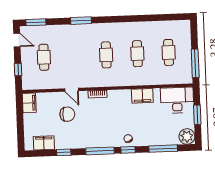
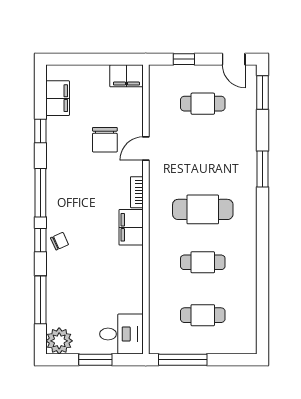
door: (17, 40) -> (234, 59), hinge flipped
cafe table: (106, 55) -> (203, 209), width x1.37, depth x1.35
filing cabinet: (142, 96) -> (131, 227), moved
desk: (177, 100) -> (121, 334), width x0.73

